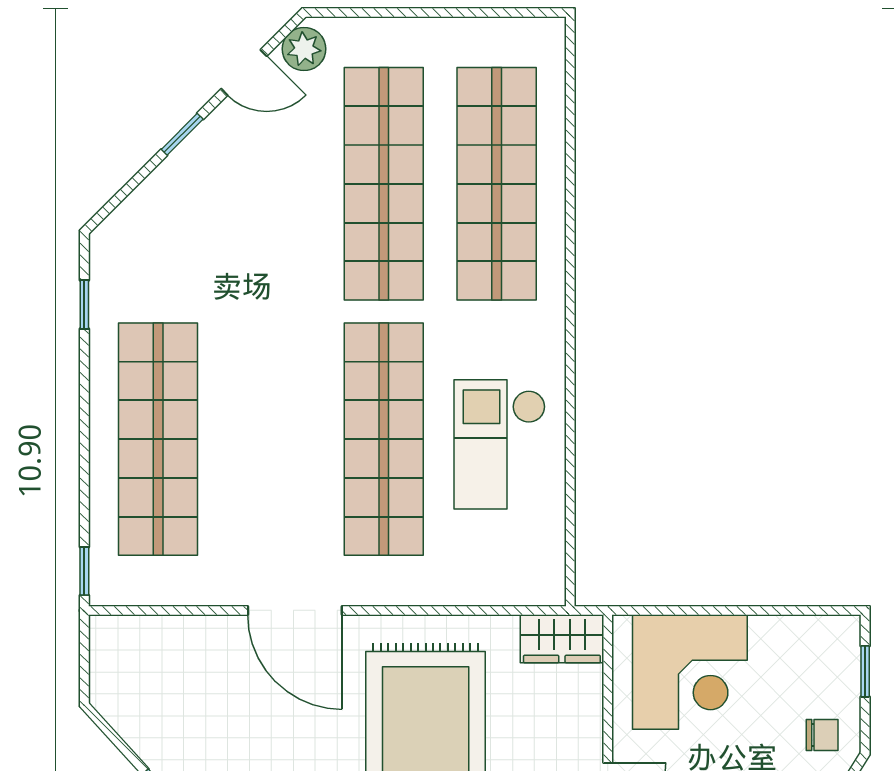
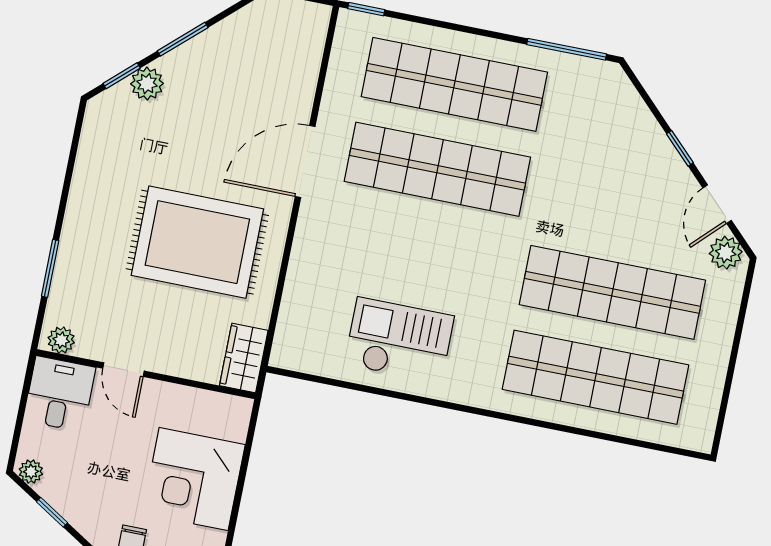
window: (84, 305) -> (567, 49), width x2.17
shop shelf: (384, 439) -> (437, 169), moved
corner desk: (690, 672) -> (194, 479), moved

